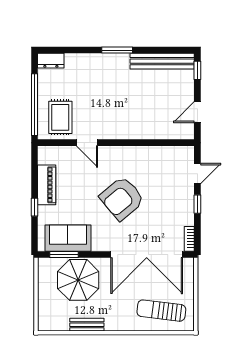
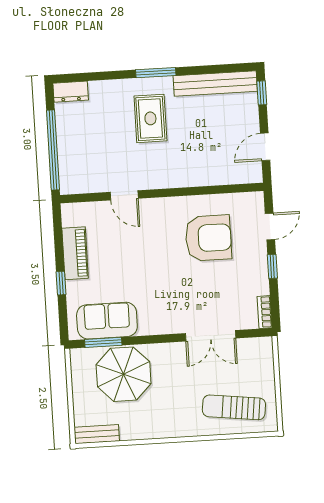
rug: (60, 117) -> (150, 118), moved
armchair: (122, 198) -> (208, 238), moved, turned -140
double door: (147, 255) -> (211, 336), width x0.54
bench: (87, 325) -> (97, 434), moved

